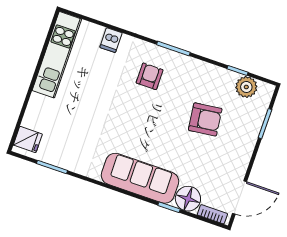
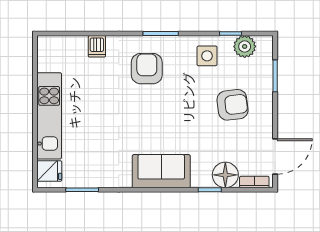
kitchen unit: (57, 55) -> (49, 116), moved
armchair: (150, 76) -> (147, 69), width x1.38, depth x1.38
side table: (209, 84) -> (207, 56), added
armchair: (205, 119) -> (233, 105), moved
sofa: (140, 178) -> (161, 171), width x0.73

